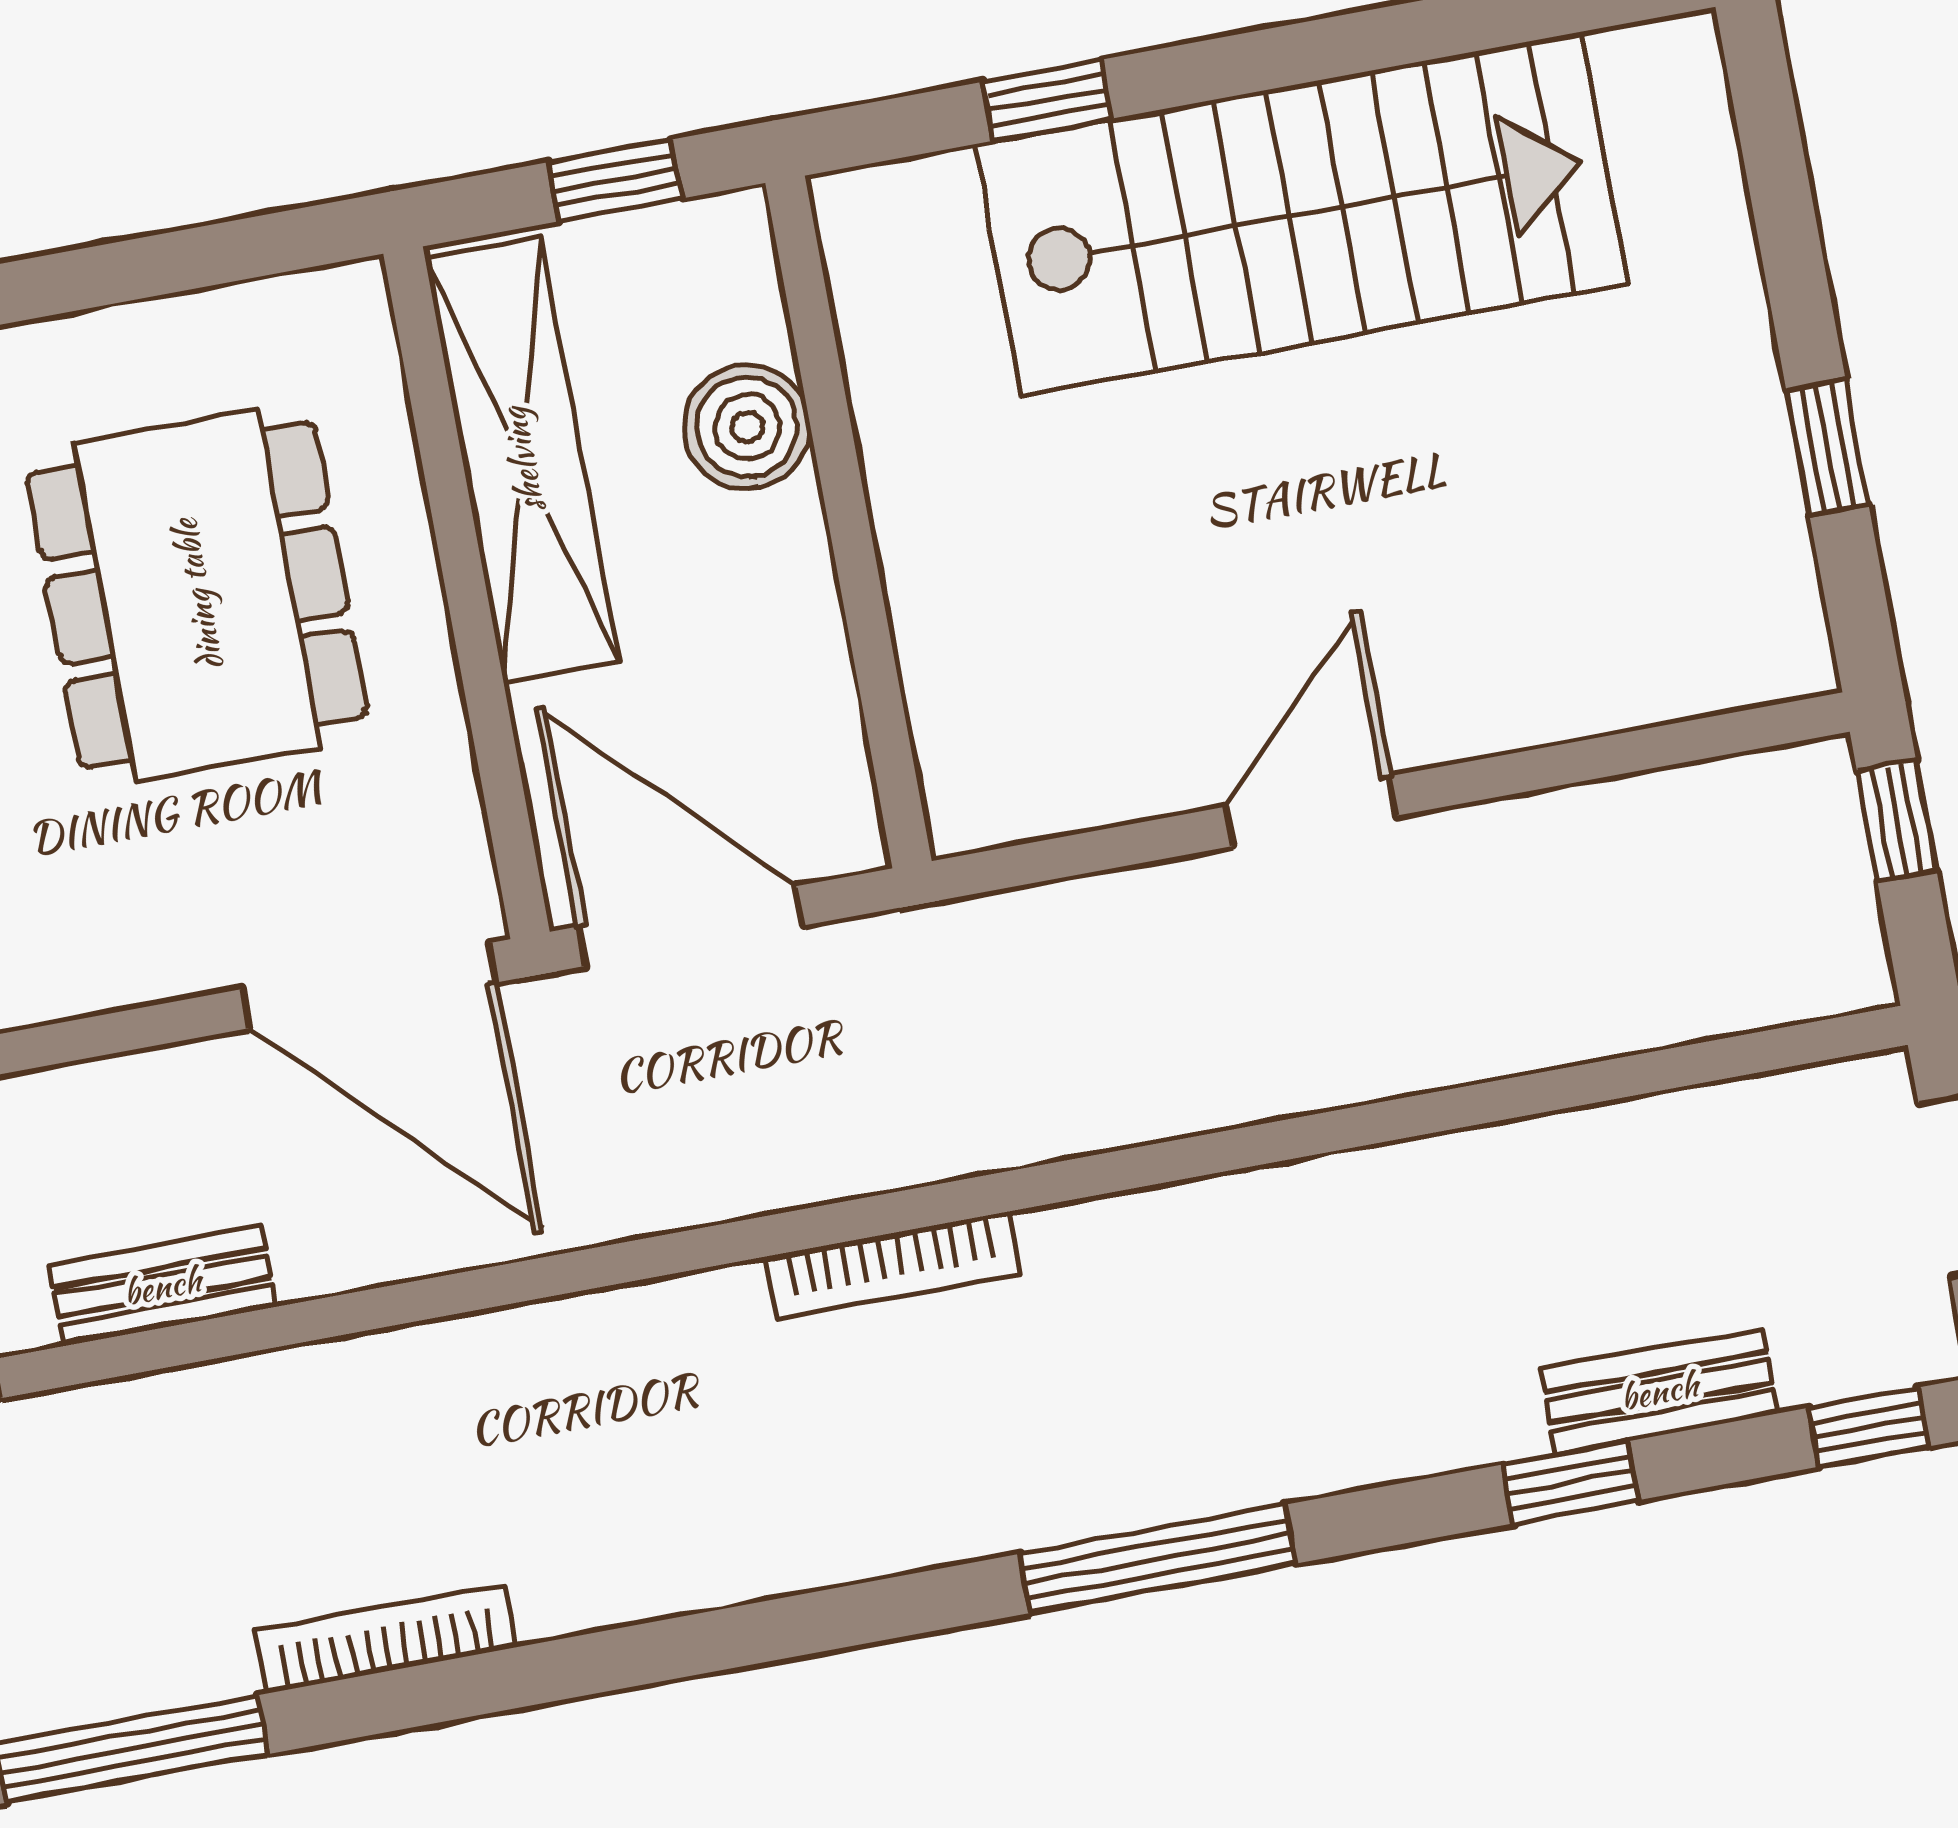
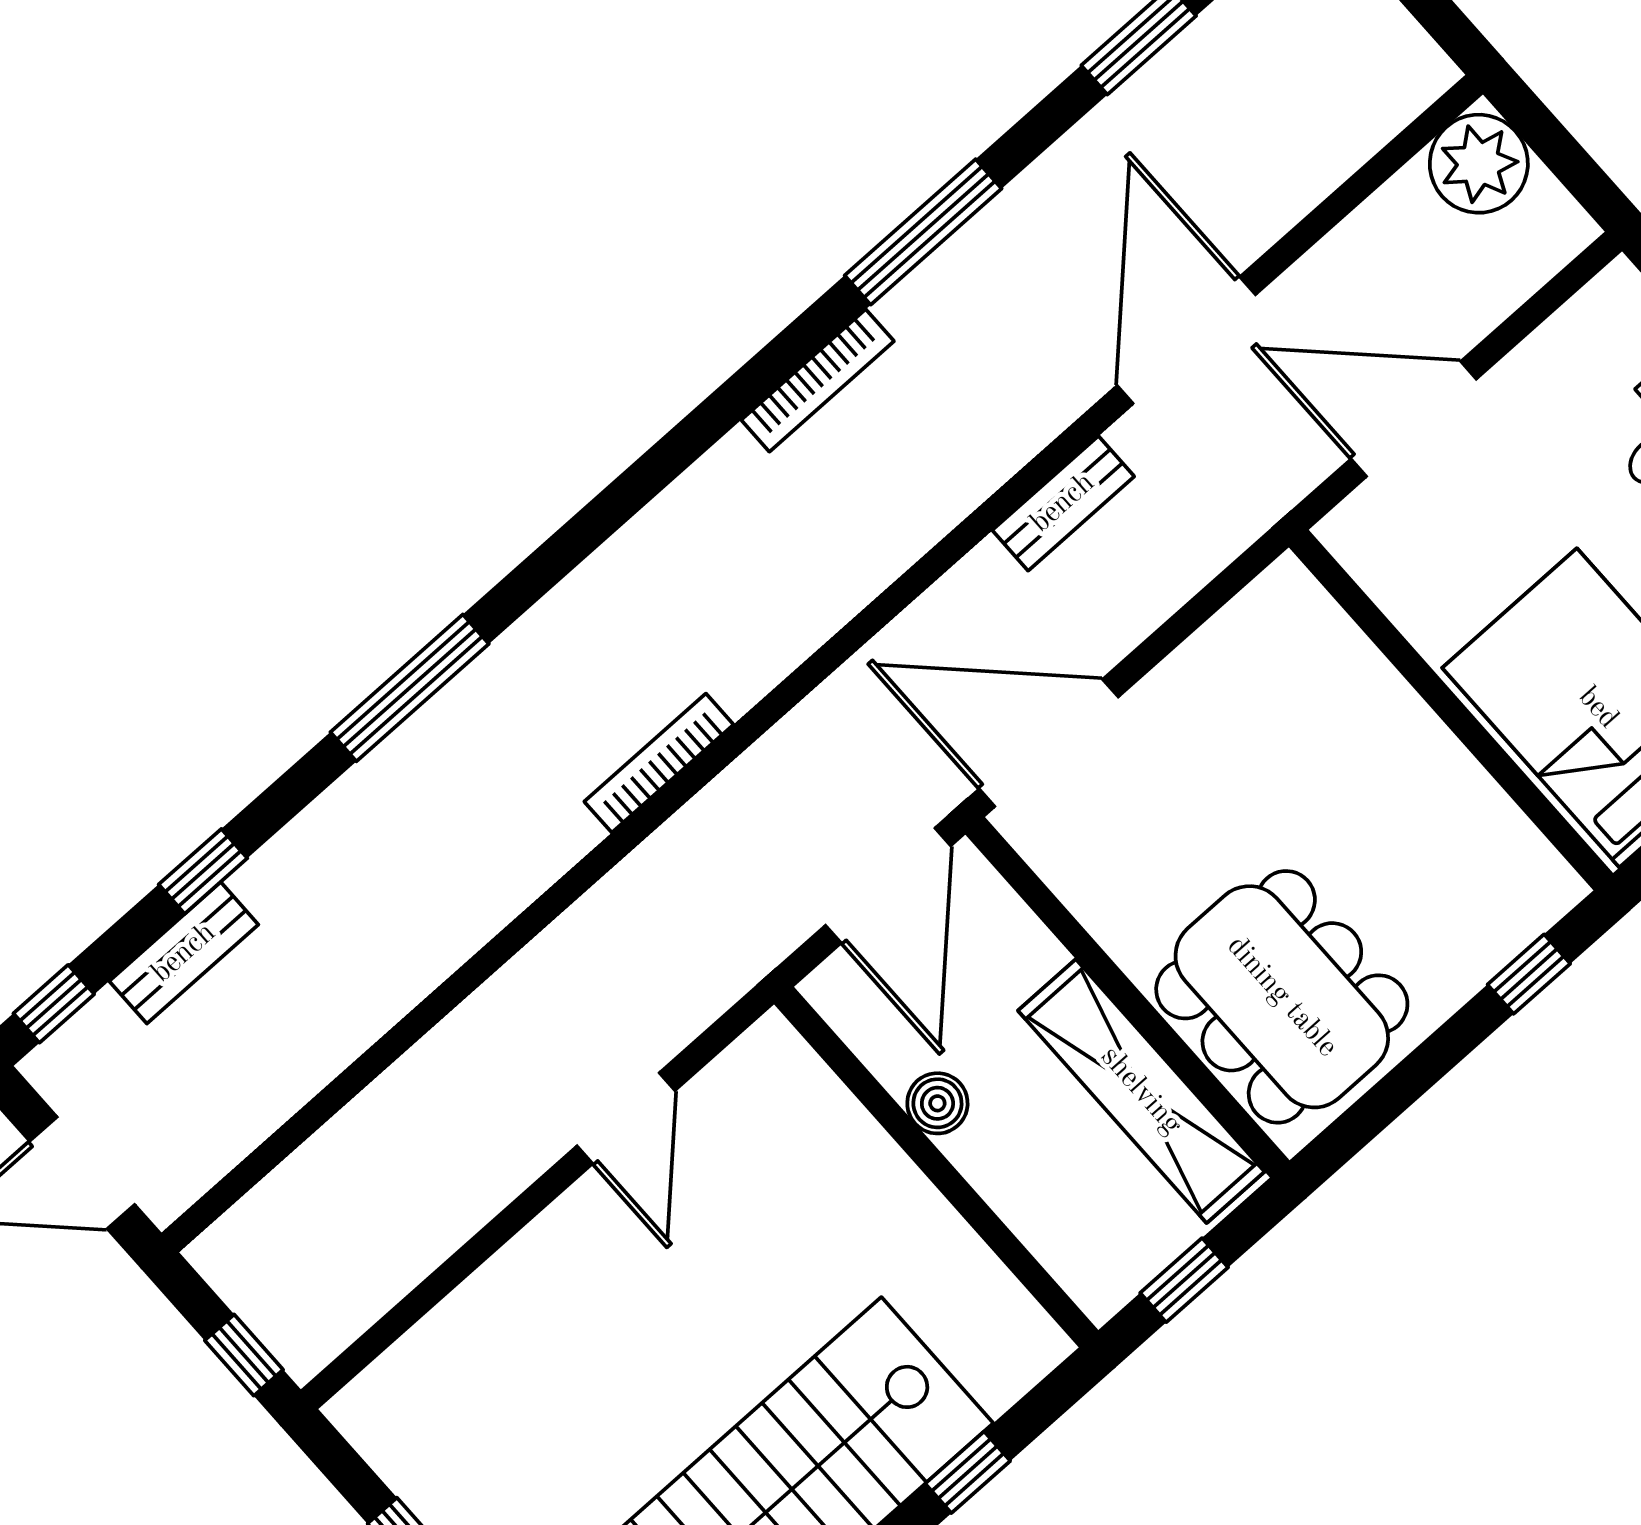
boiler: (747, 427) -> (937, 1103), moved, width x0.73, depth x0.73
dining table: (197, 595) -> (1282, 997), moved
door: (1311, 811) -> (626, 1118), moved
door: (690, 926) -> (888, 886), hinge flipped

